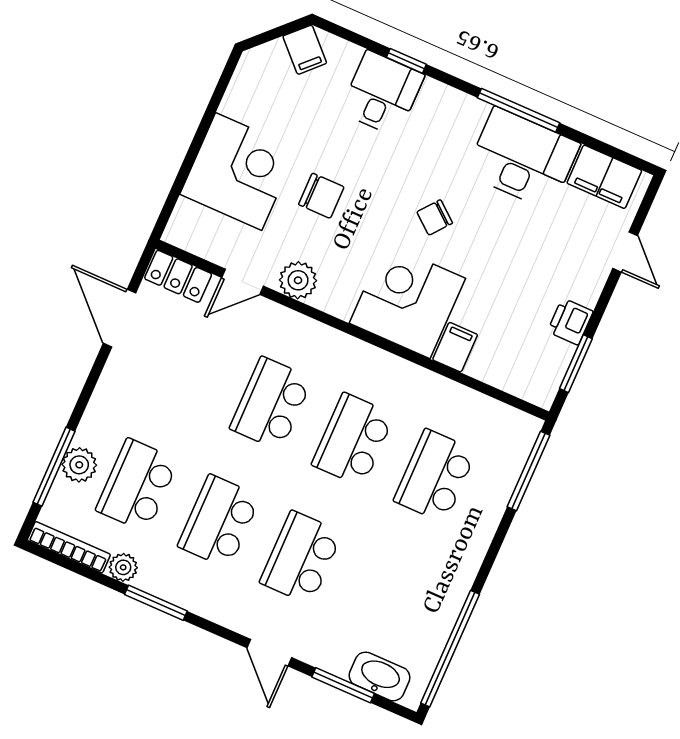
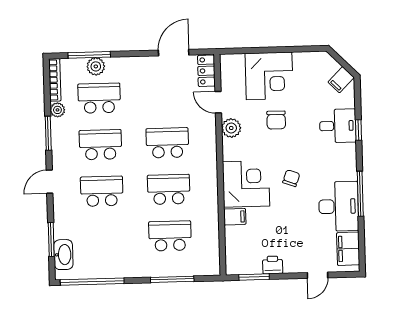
chair: (435, 217) -> (291, 178), turned 71
window: (528, 471) -> (172, 279), moved
door: (269, 653) -> (50, 182), moved

